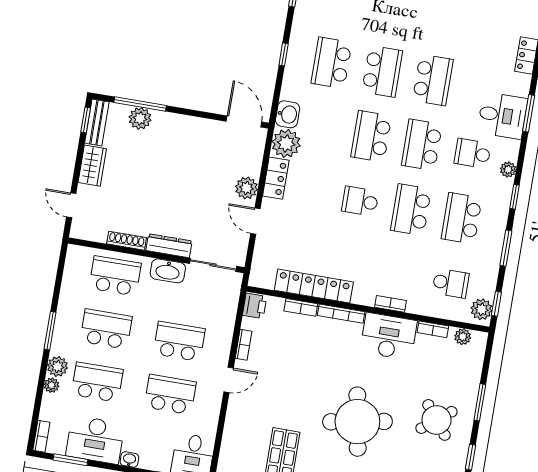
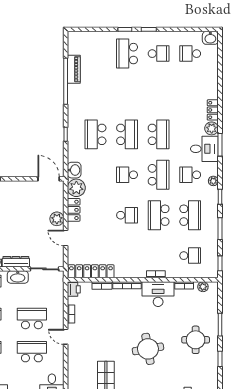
school desk: (371, 136) -> (127, 175), width x0.54
school desk: (422, 145) -> (159, 175), turned 180
school desk: (360, 201) -> (127, 215), turned 180
school desk: (462, 218) -> (190, 215), turned 180
locker: (314, 286) -> (91, 271), moved
plant: (482, 309) -> (212, 128), moved
door: (229, 380) -> (66, 337), swing flipped
round table: (436, 420) -> (196, 340), turned 38
round table: (357, 422) -> (148, 349), width x0.73, depth x0.73

